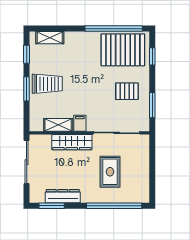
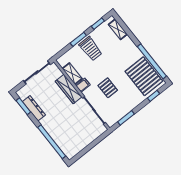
pallet: (127, 91) -> (108, 88), moved
rug: (110, 172) -> (69, 124), removed

